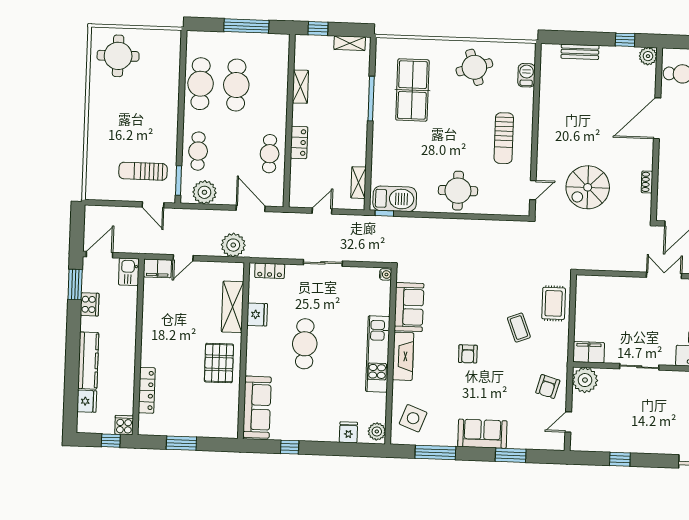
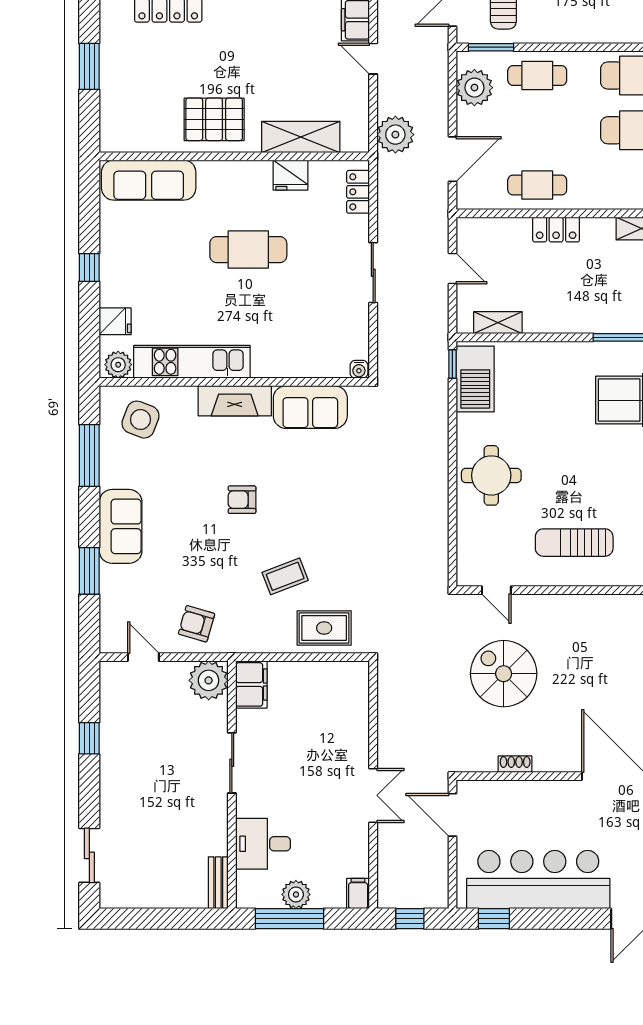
kitchen unit: (378, 354) -> (192, 362), moved
window: (290, 447) -> (89, 268), moved

